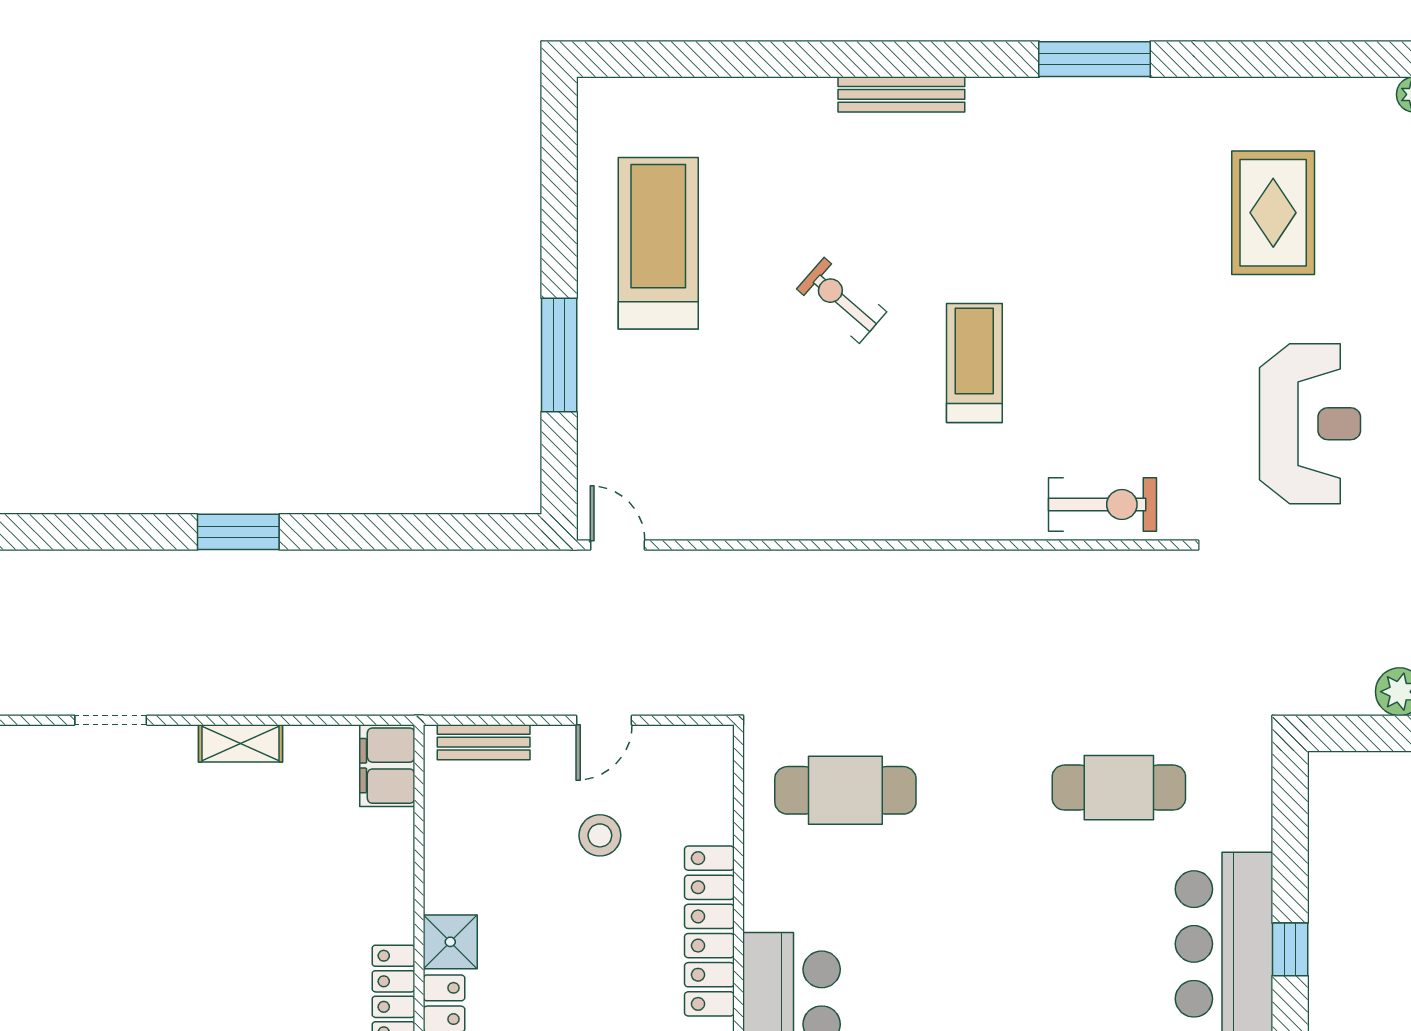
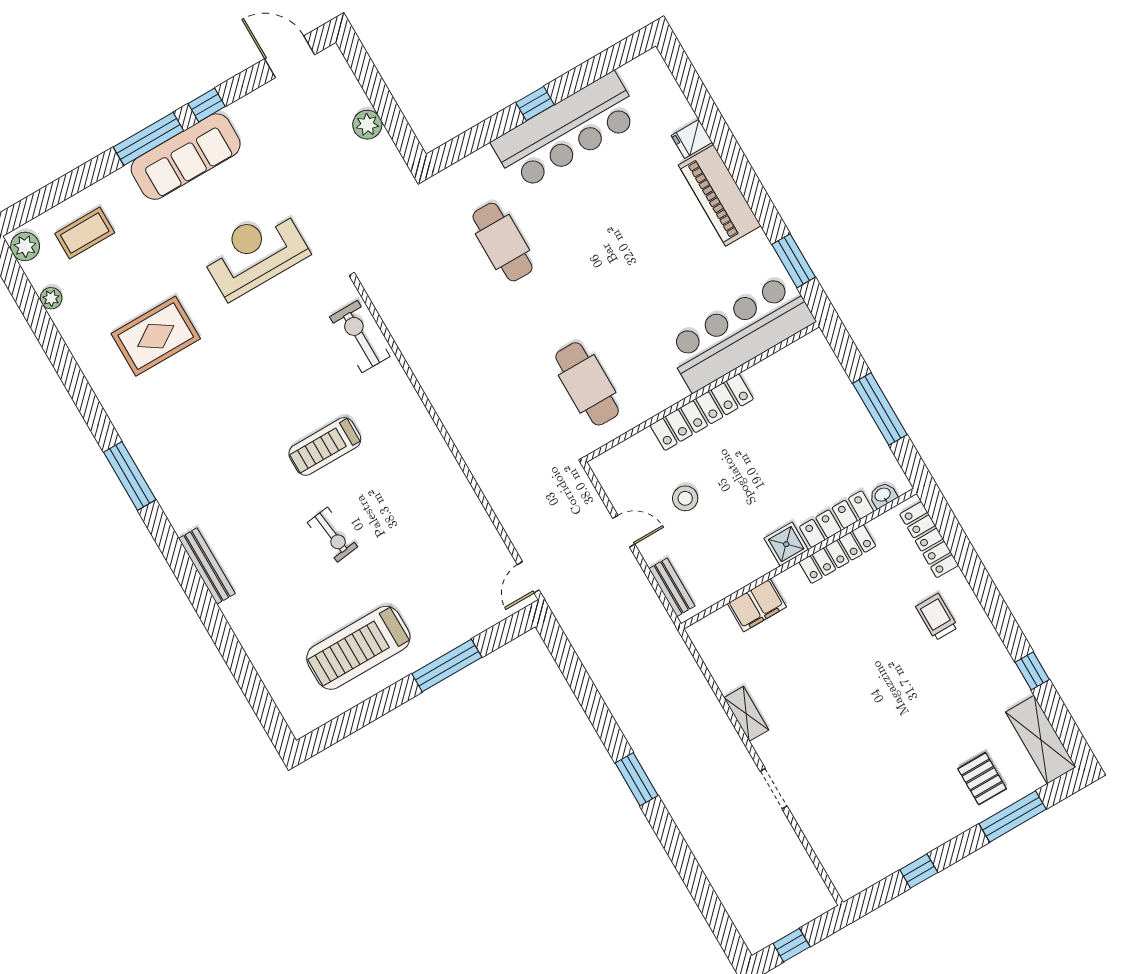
exercise bike: (842, 300) -> (333, 535), turned -48
filing cabinet: (387, 766) -> (757, 605), moved

